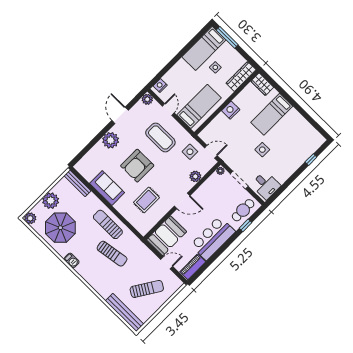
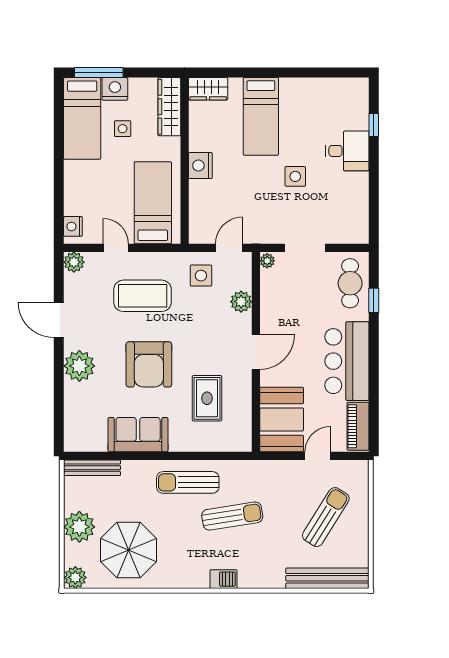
nightstand: (227, 50) -> (115, 89), added
desk: (266, 185) -> (347, 151), moved
barbecue: (72, 260) -> (223, 579), moved

